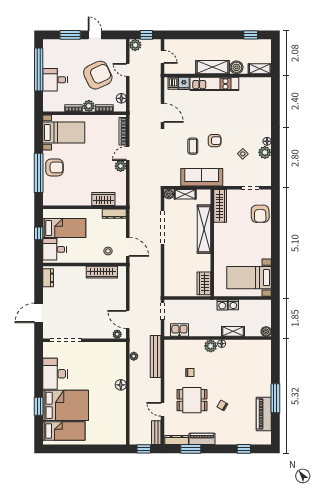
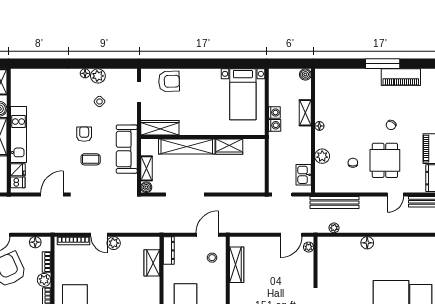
wardrobe: (204, 283) -> (229, 147), moved
plant: (211, 346) -> (322, 156), moved

